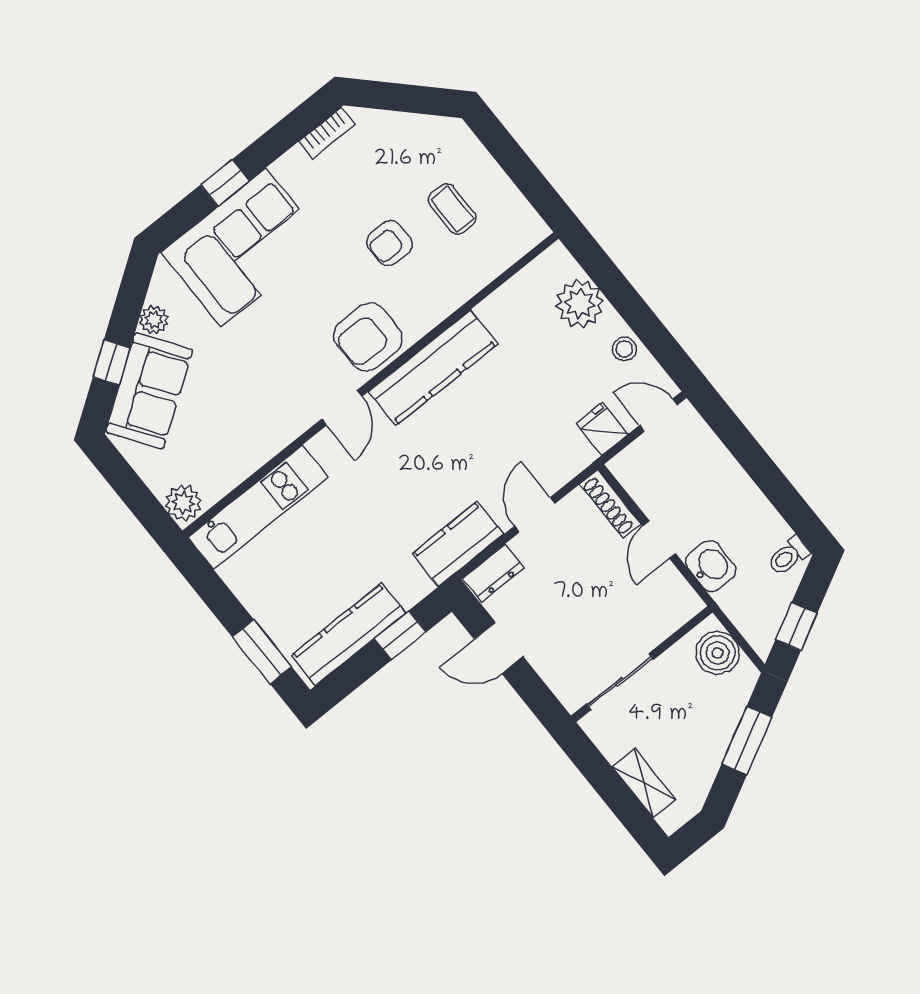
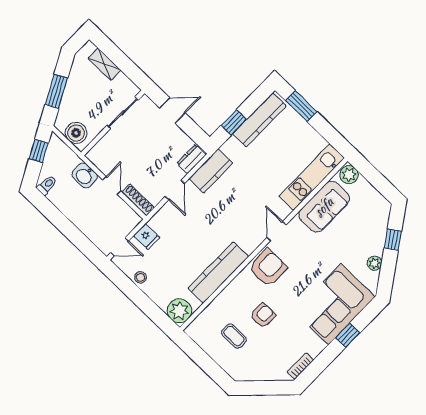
plant: (580, 304) -> (179, 311), moved
kitchen counter: (433, 368) -> (218, 272), moved
sofa: (149, 391) -> (324, 207), moved, turned -145
door: (499, 648) -> (172, 110), moved

